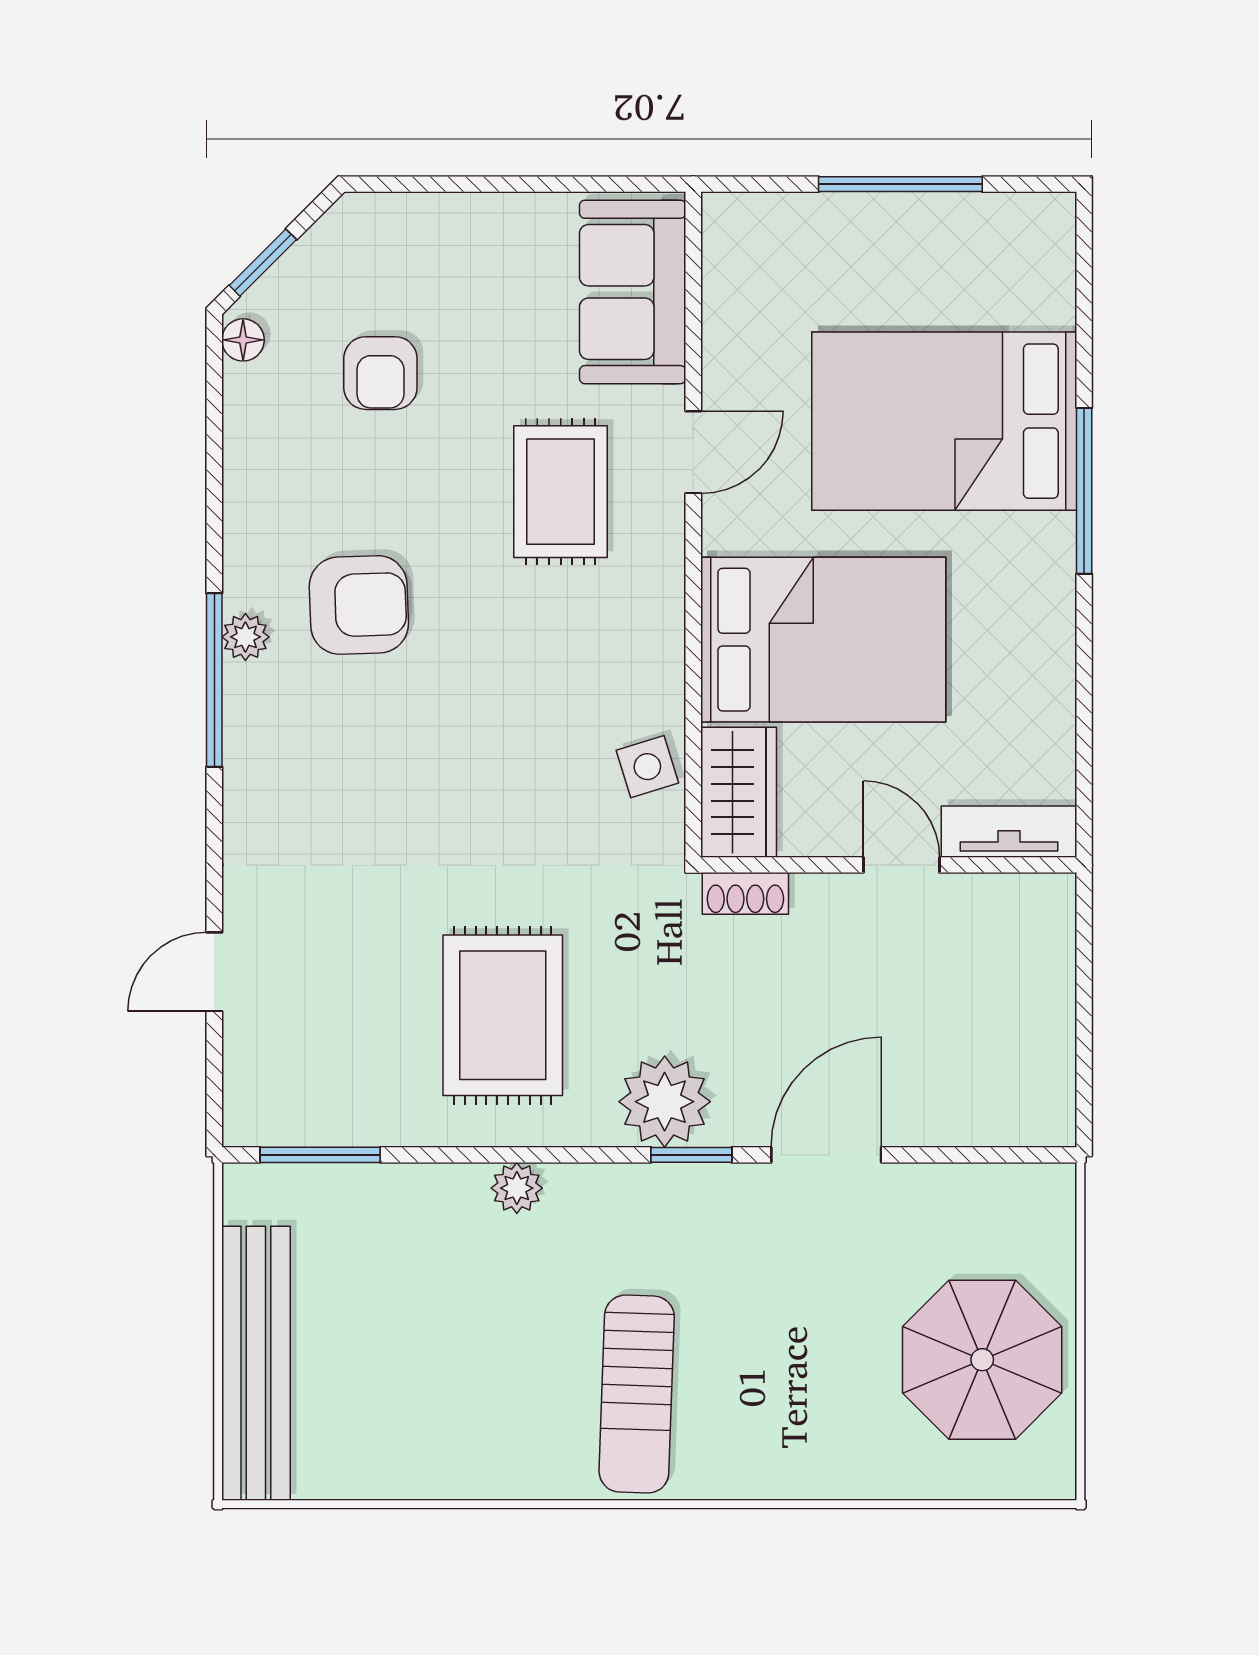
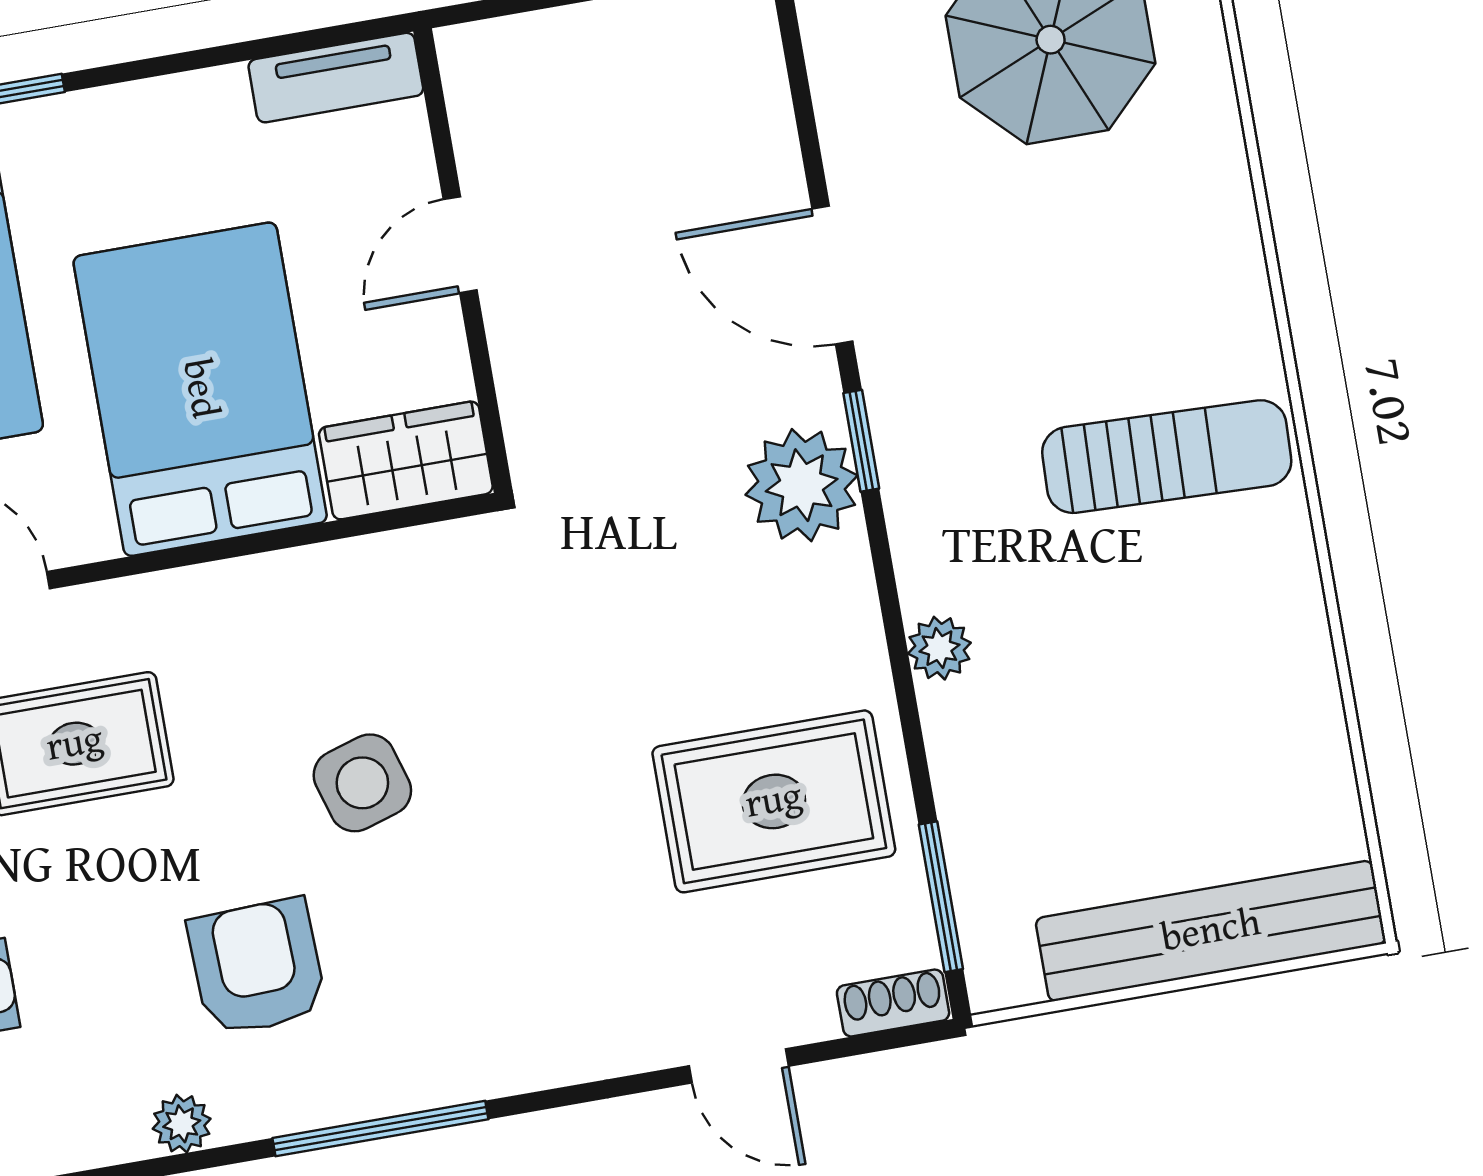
plant: (245, 637) -> (182, 1124), moved
side table: (647, 767) -> (362, 783), moved, width x1.37, depth x1.37
tv unit: (1009, 832) -> (336, 78), moved, turned -90
shoe rack: (745, 893) -> (893, 1003), moved, turned -90
rug: (503, 1015) -> (774, 801), moved

